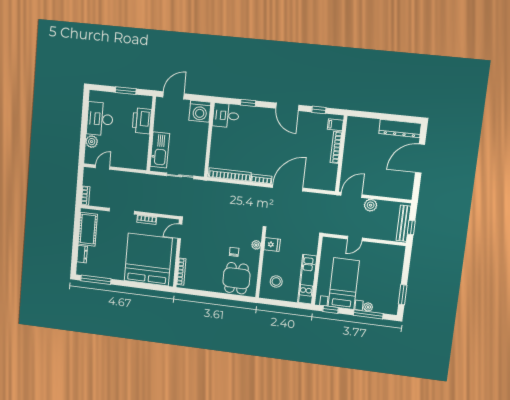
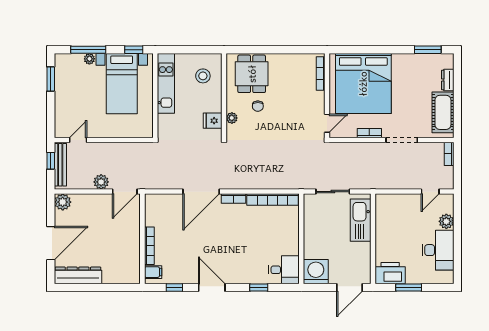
printer: (142, 121) -> (390, 273), moved, turned -90
plant: (405, 192) -> (63, 202), added
door: (355, 238) -> (78, 140), moved
window: (96, 280) -> (428, 50), width x0.69

